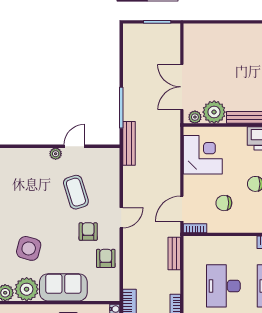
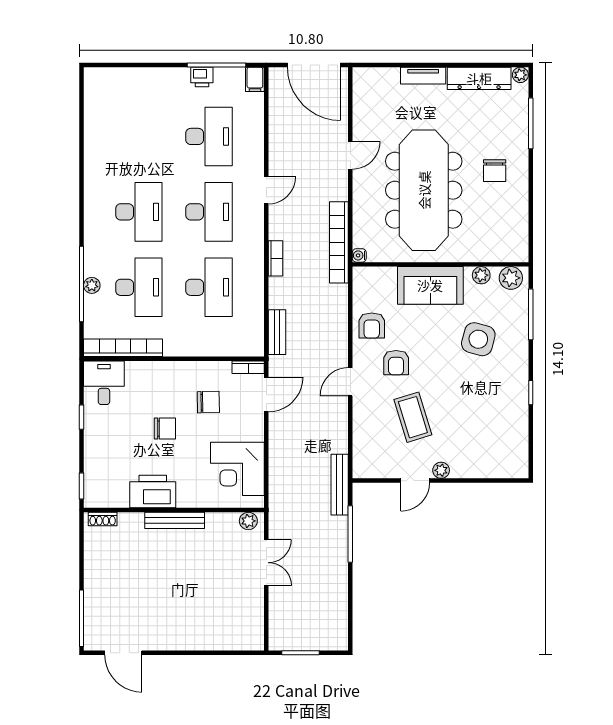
double door: (182, 87) -> (266, 563), width x0.73
plant: (214, 112) -> (222, 528), removed
plant: (27, 289) -> (481, 275), width x0.53, depth x0.53

